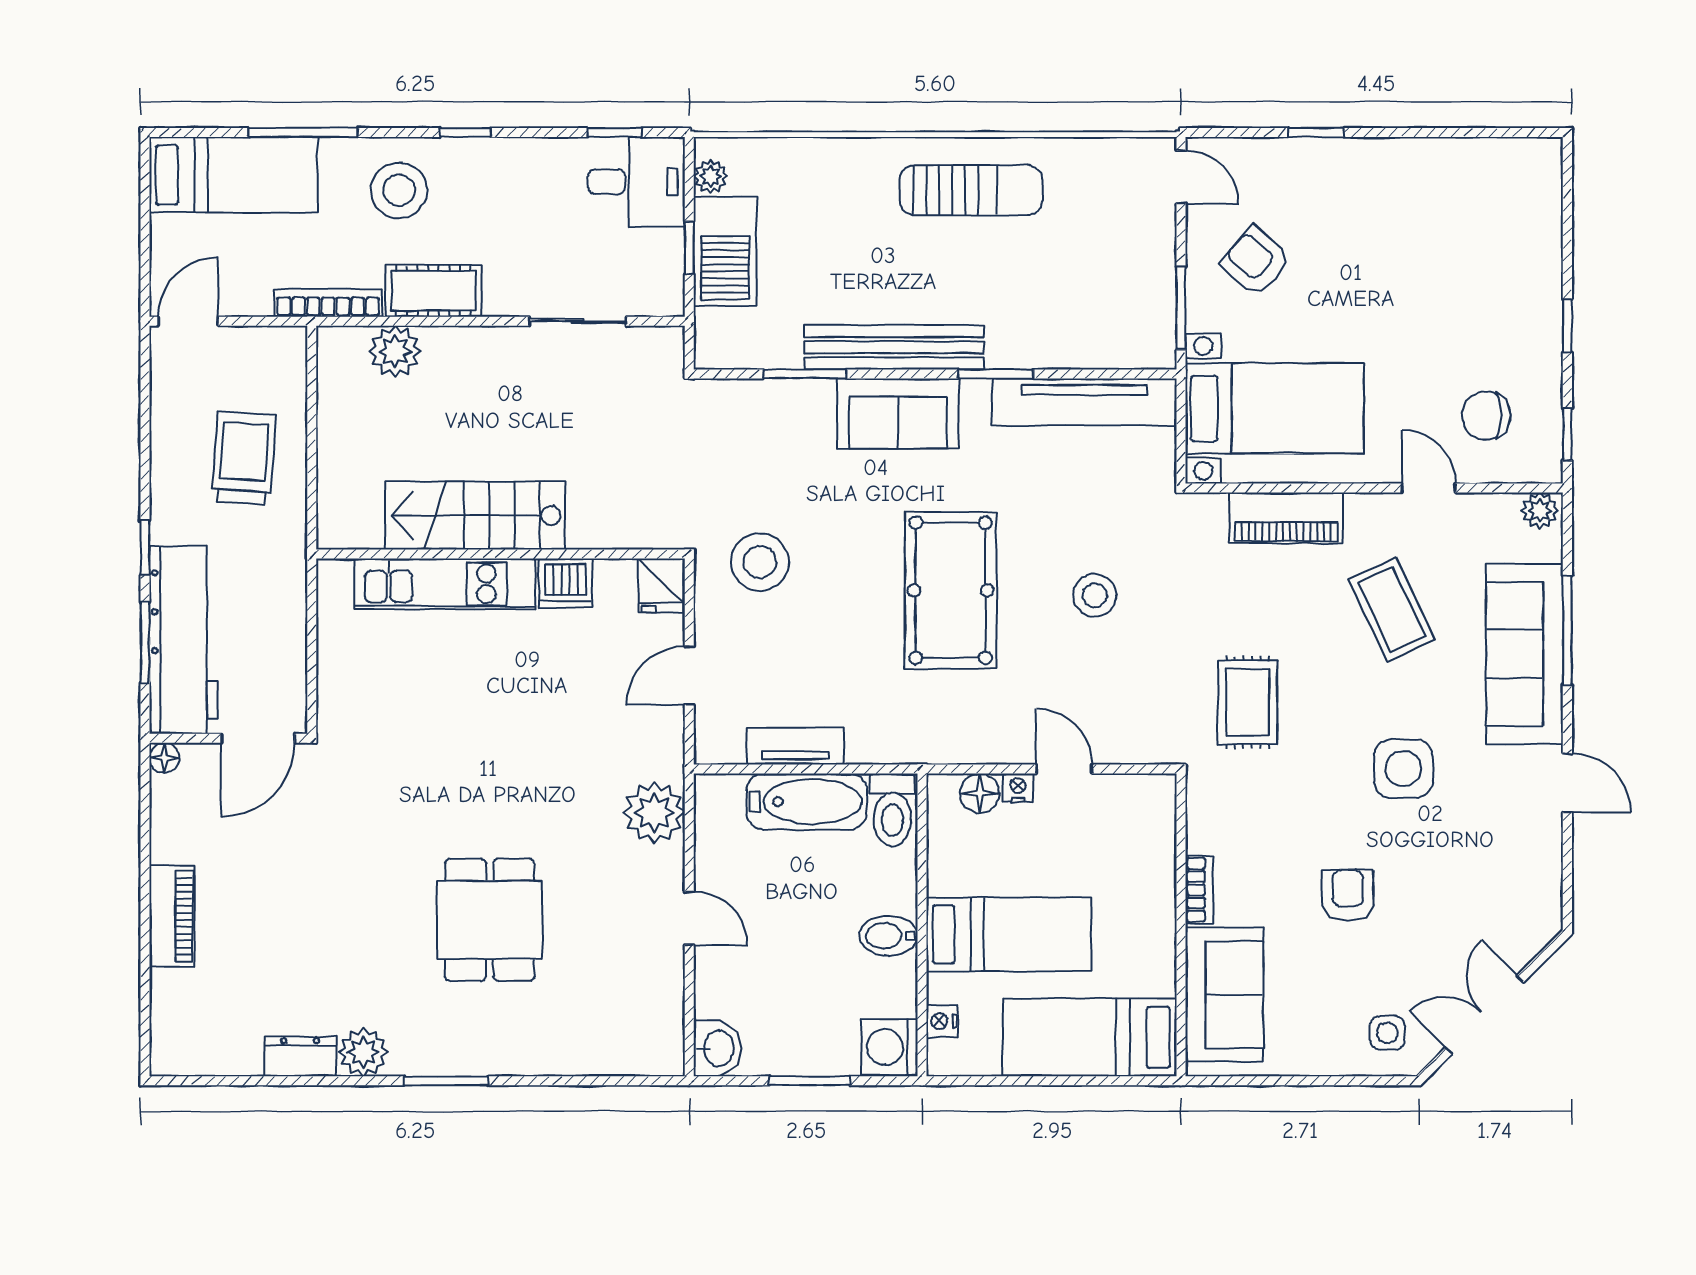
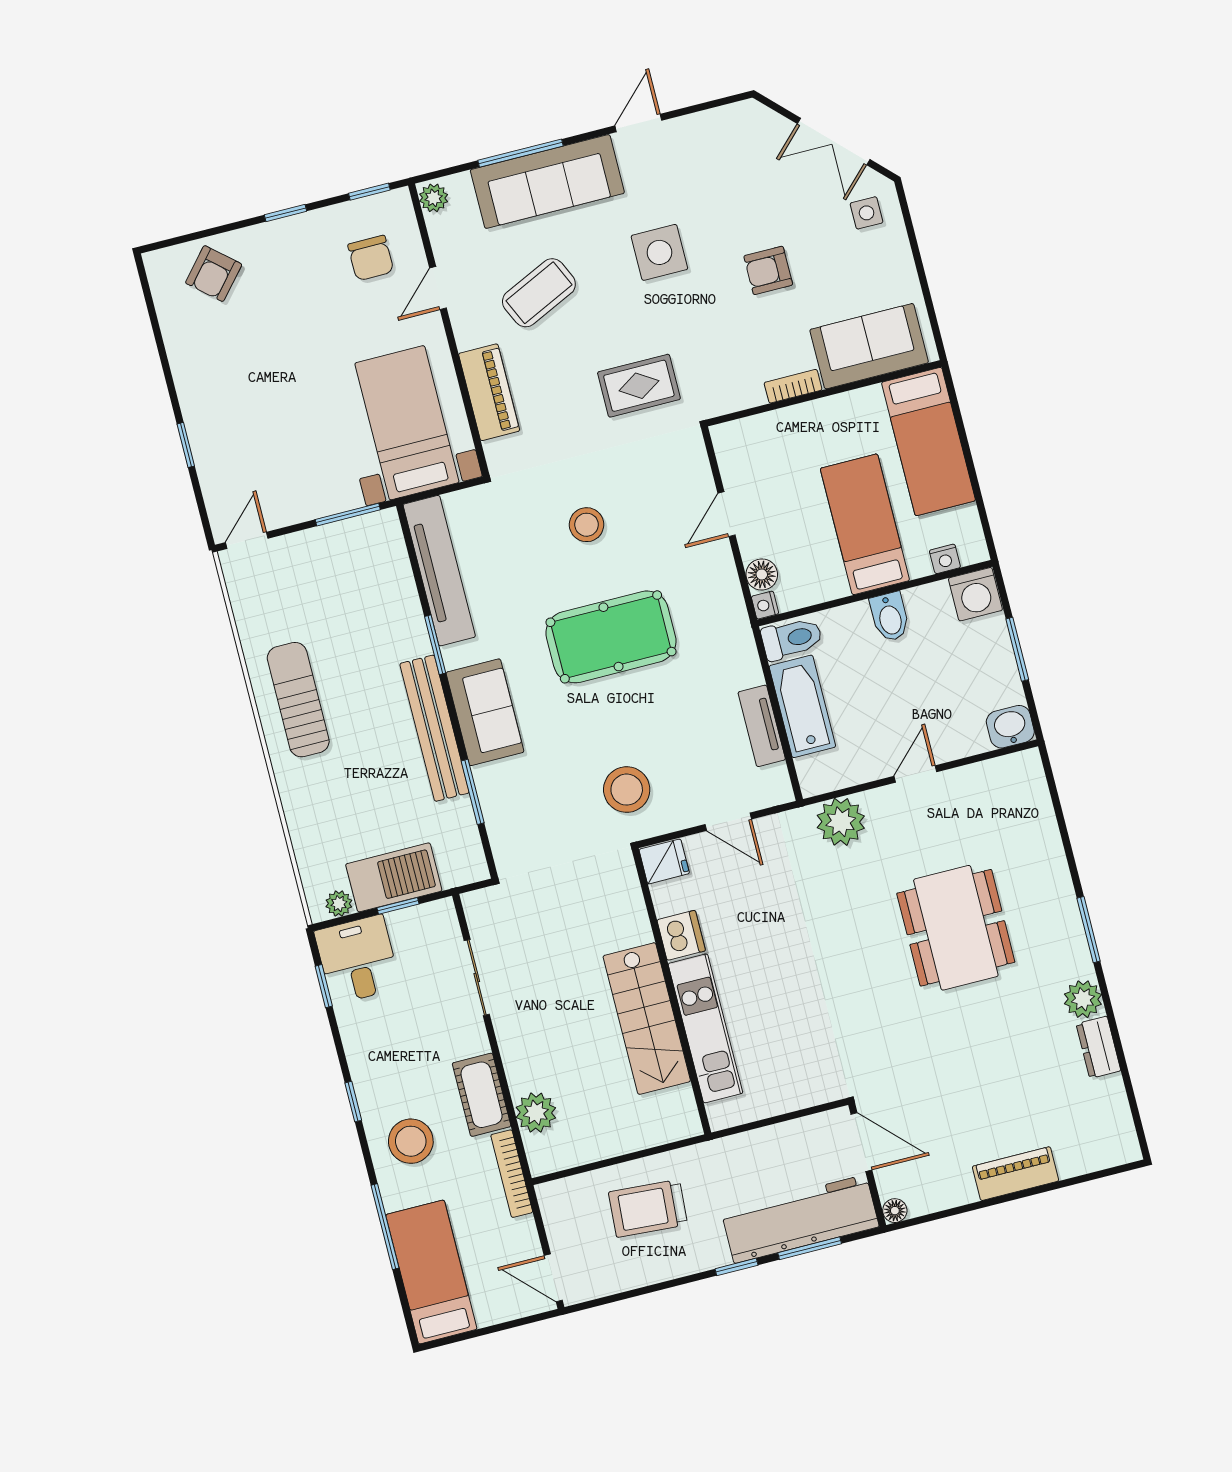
armchair: (1256, 261) -> (214, 274), moved
nightstand: (1018, 788) -> (765, 605), moved
dining table: (490, 920) -> (956, 928), width x1.38

